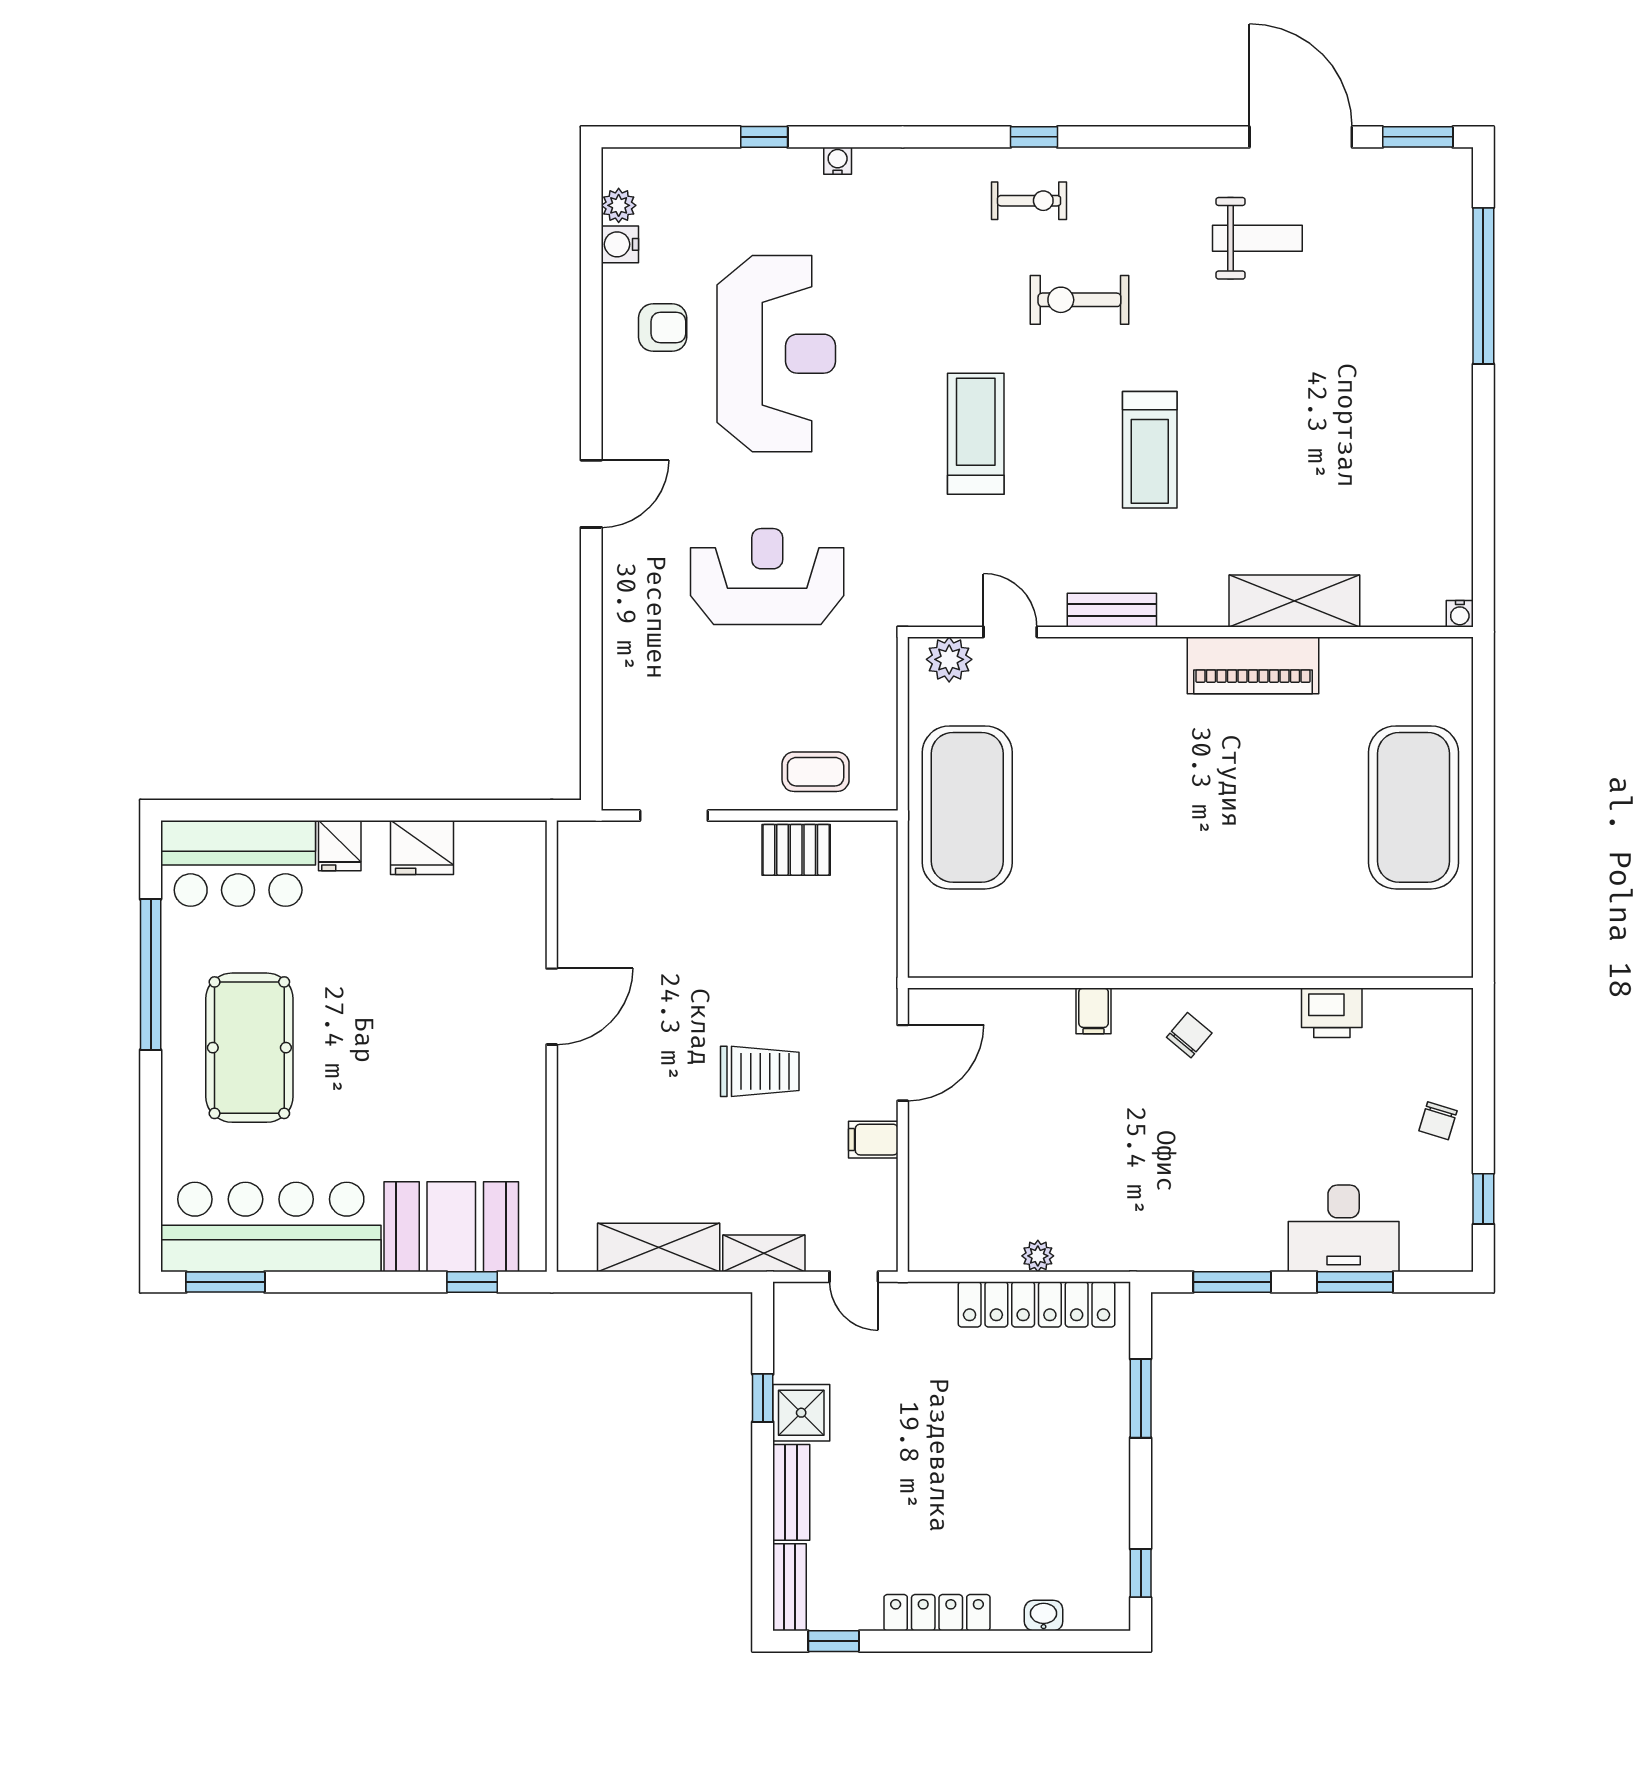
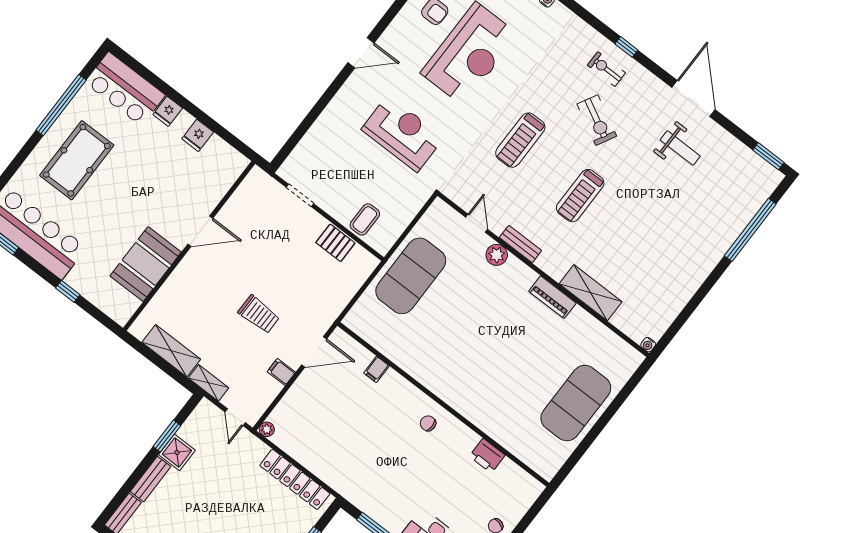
door: (1301, 137) -> (693, 99), moved
exercise bike: (1029, 201) -> (606, 69), turned 180
exercise bike: (1079, 300) -> (597, 120), turned -152
treadmill: (976, 434) -> (520, 140), turned 180
plant: (949, 659) -> (497, 255), moved
piano: (1253, 665) -> (552, 297), width x0.73, depth x0.75
coffee table: (816, 772) -> (365, 219), turned 90
fridge: (422, 847) -> (198, 135), width x0.72
filing cabinet: (1094, 1011) -> (377, 369), moved
chair: (1189, 1035) -> (428, 423), turned -130
booth: (451, 1227) -> (146, 264), moved, turned 90
plant: (1038, 1256) -> (267, 429), moved
window: (472, 1282) -> (68, 291), moved
window: (763, 1398) -> (167, 436), width x1.50

